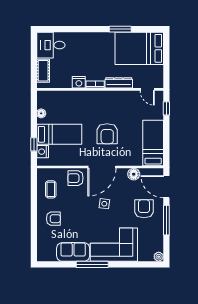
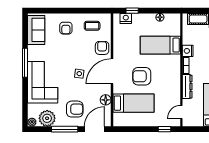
bed: (59, 134) -> (160, 45), moved, turned 90
bed: (153, 143) -> (133, 103), moved
door: (102, 167) -> (112, 71), hinge flipped
plant: (154, 240) -> (47, 118), added
sofa: (73, 252) -> (36, 30), moved

